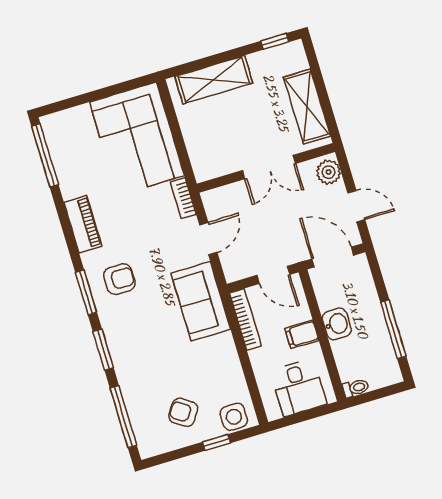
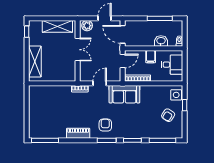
corner sofa: (137, 139) -> (50, 100), removed
door: (208, 239) -> (100, 83), hinge flipped
door: (333, 257) -> (123, 34), hinge flipped
washbasin: (337, 324) -> (161, 41), moved

